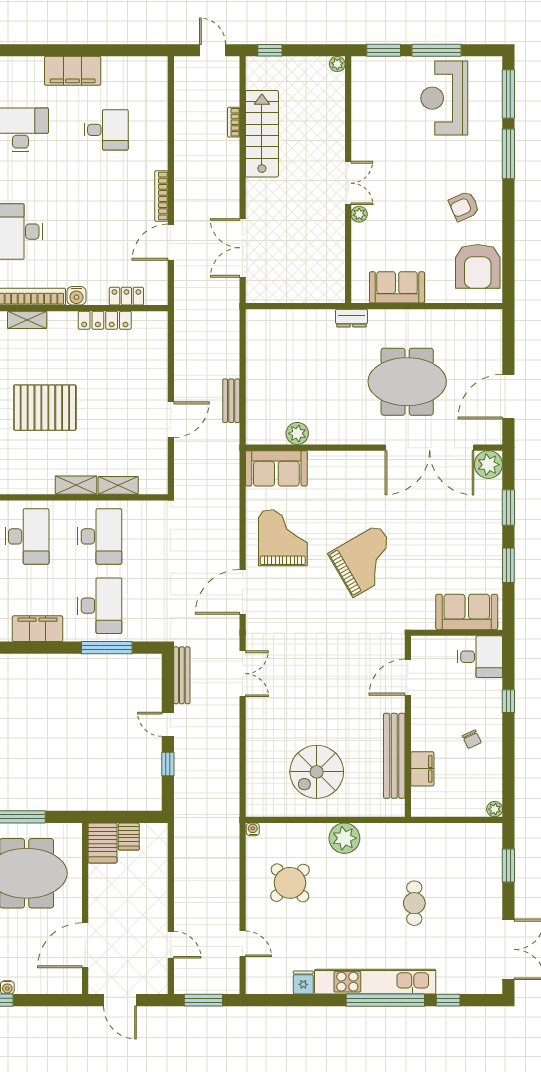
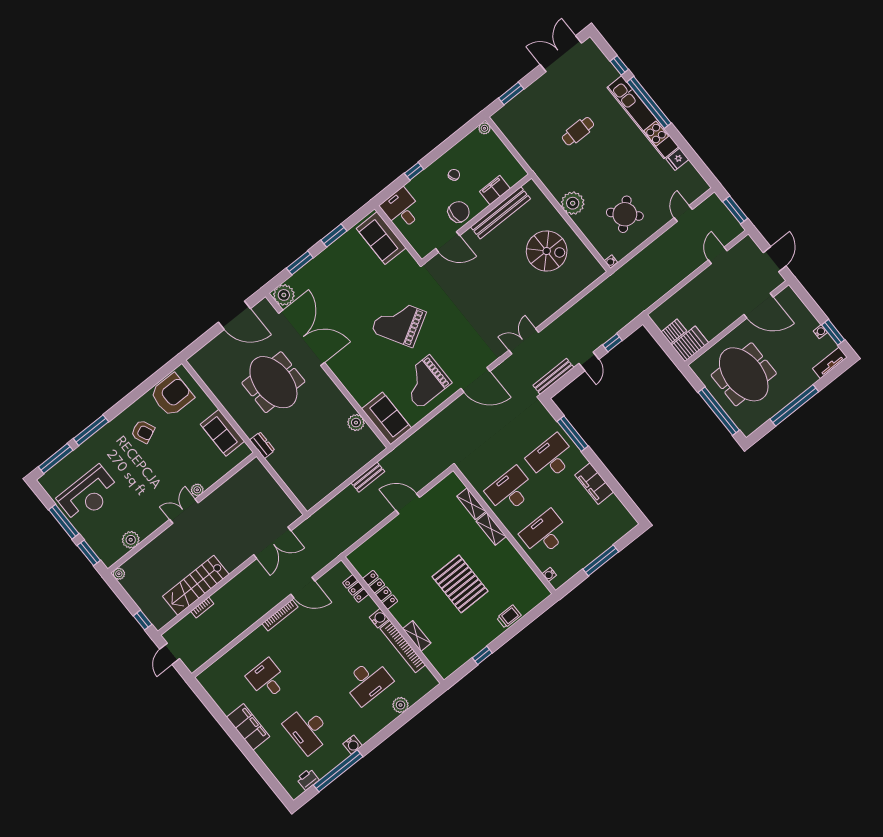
plant: (362, 104) -> (131, 540), added
chair: (430, 713) -> (459, 212), added

